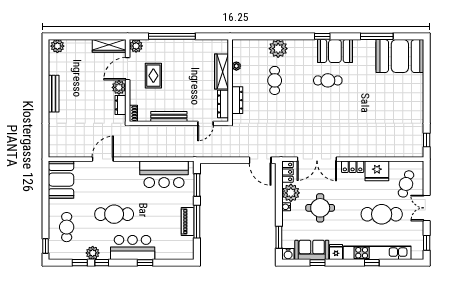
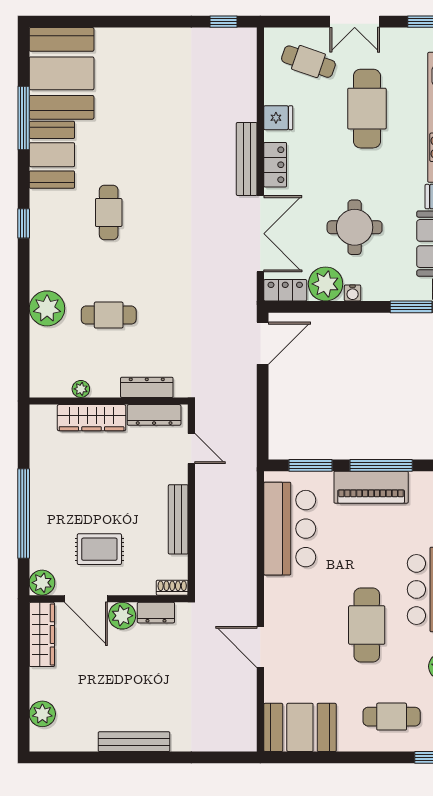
plant: (57, 46) -> (42, 714), moved
booth: (335, 51) -> (52, 155), moved
bench: (356, 152) -> (247, 159), added
fridge: (377, 171) -> (278, 118), width x0.53, depth x0.75
piano: (188, 222) -> (371, 487), width x1.37, depth x1.33

